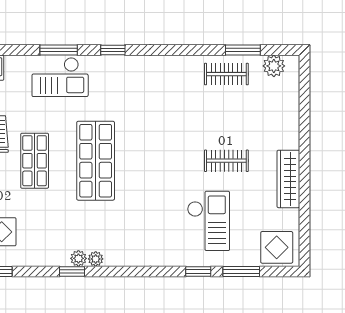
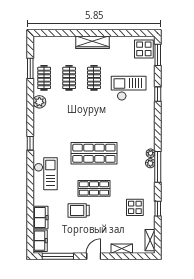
window: (59, 50) -> (30, 175), removed
plant: (274, 66) -> (39, 102), moved
clothes rail: (226, 117) -> (69, 78), added
wardrobe: (288, 179) -> (92, 42), moved
window: (72, 271) -> (158, 167), width x2.17
window: (241, 271) -> (158, 55), moved

